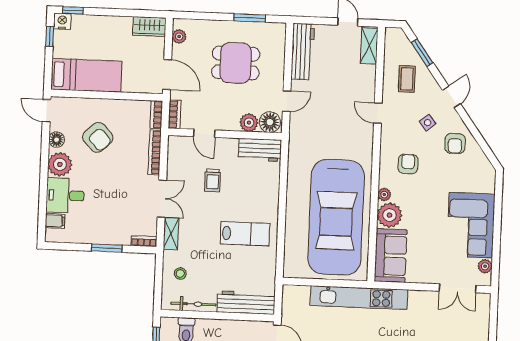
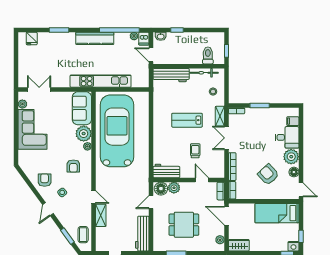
shelving: (369, 46) -> (101, 215), moved
coffee table: (407, 79) -> (83, 235), moved
lab bench: (245, 234) -> (187, 120), moved

